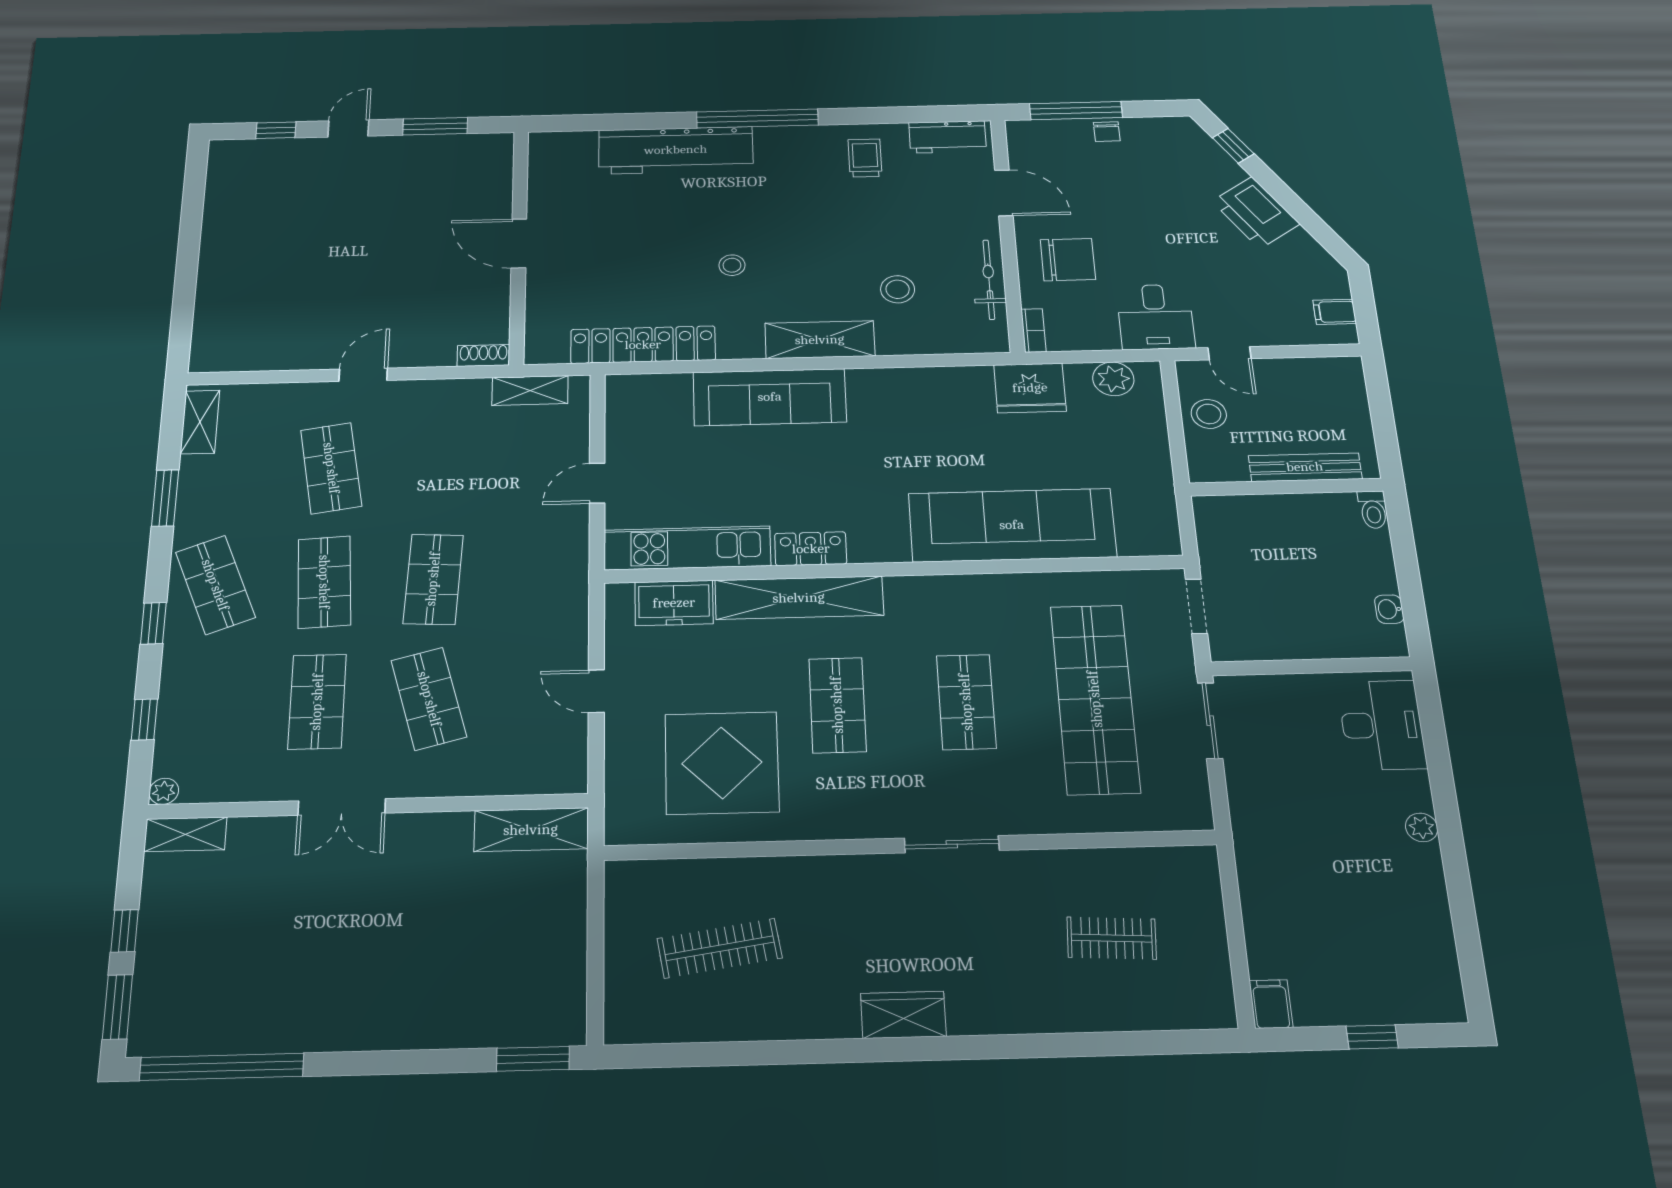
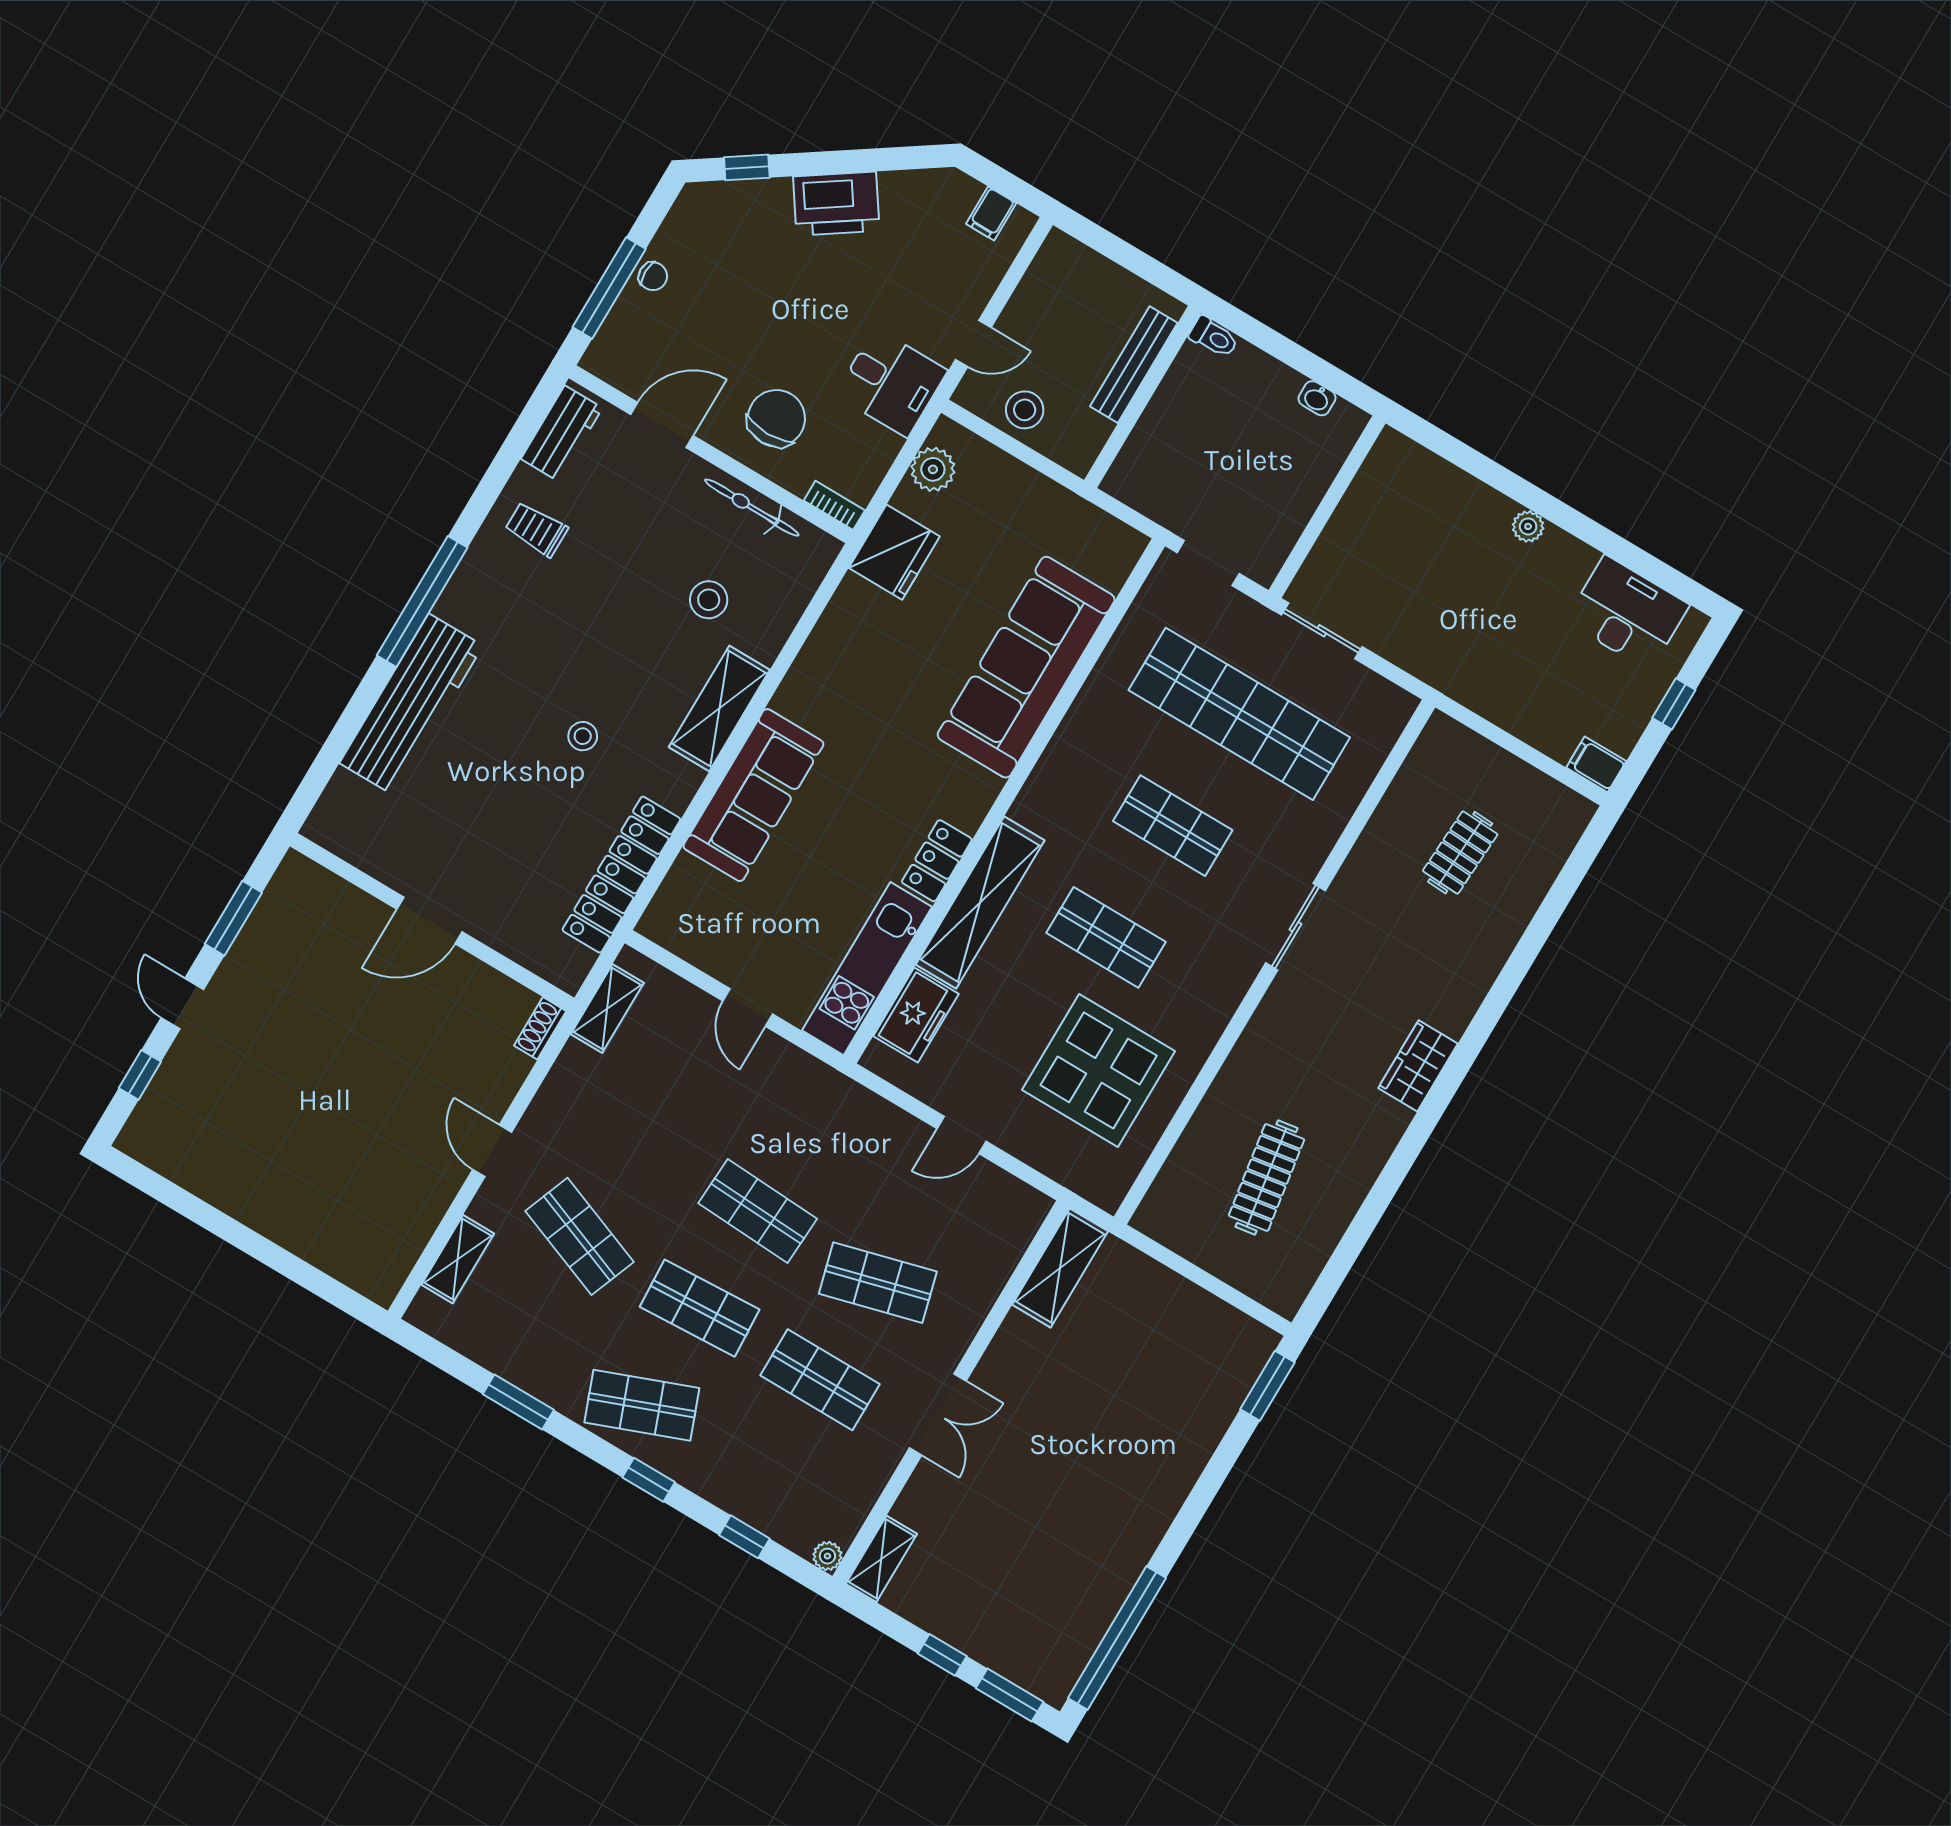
shelving: (200, 422) -> (458, 1259), moved, turned 90
shop shelf: (331, 468) -> (579, 1236), turned 30
desk: (1382, 725) -> (1627, 613), moved

